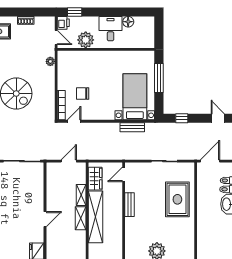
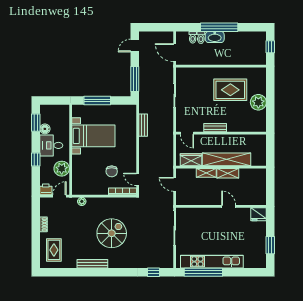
window: (75, 12) -> (36, 159), moved
window: (135, 12) -> (36, 123), added
bed with nightstands: (135, 97) -> (93, 136), moved, turned 180
window: (182, 118) -> (135, 79), width x2.17
rug: (177, 199) -> (230, 90), moved

